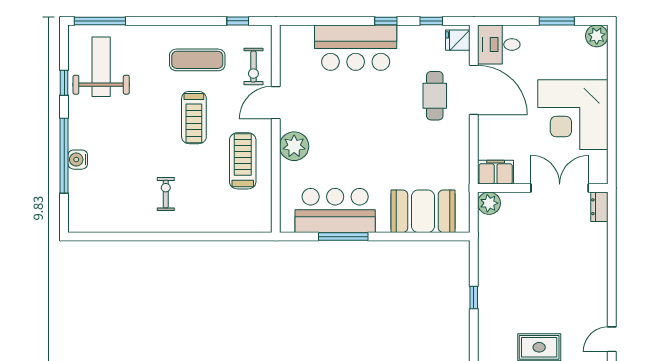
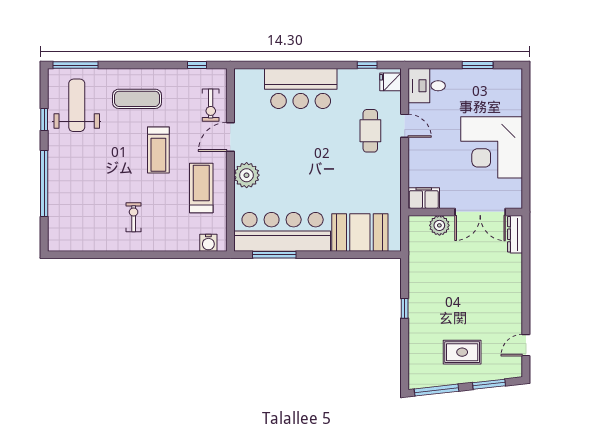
window: (386, 21) -> (327, 65), removed
plant: (597, 36) -> (513, 78), removed
exercise mat: (197, 60) -> (137, 99), moved
door: (474, 90) -> (405, 126), width x0.53
water cooler: (78, 160) -> (208, 243), moved, turned -90
double door: (560, 188) -> (480, 212), swing flipped
plant: (489, 203) -> (439, 225), moved
dresser: (599, 207) -> (515, 234), width x1.44
bar counter: (335, 210) -> (283, 232), width x1.36
window: (343, 237) -> (274, 255), moved

